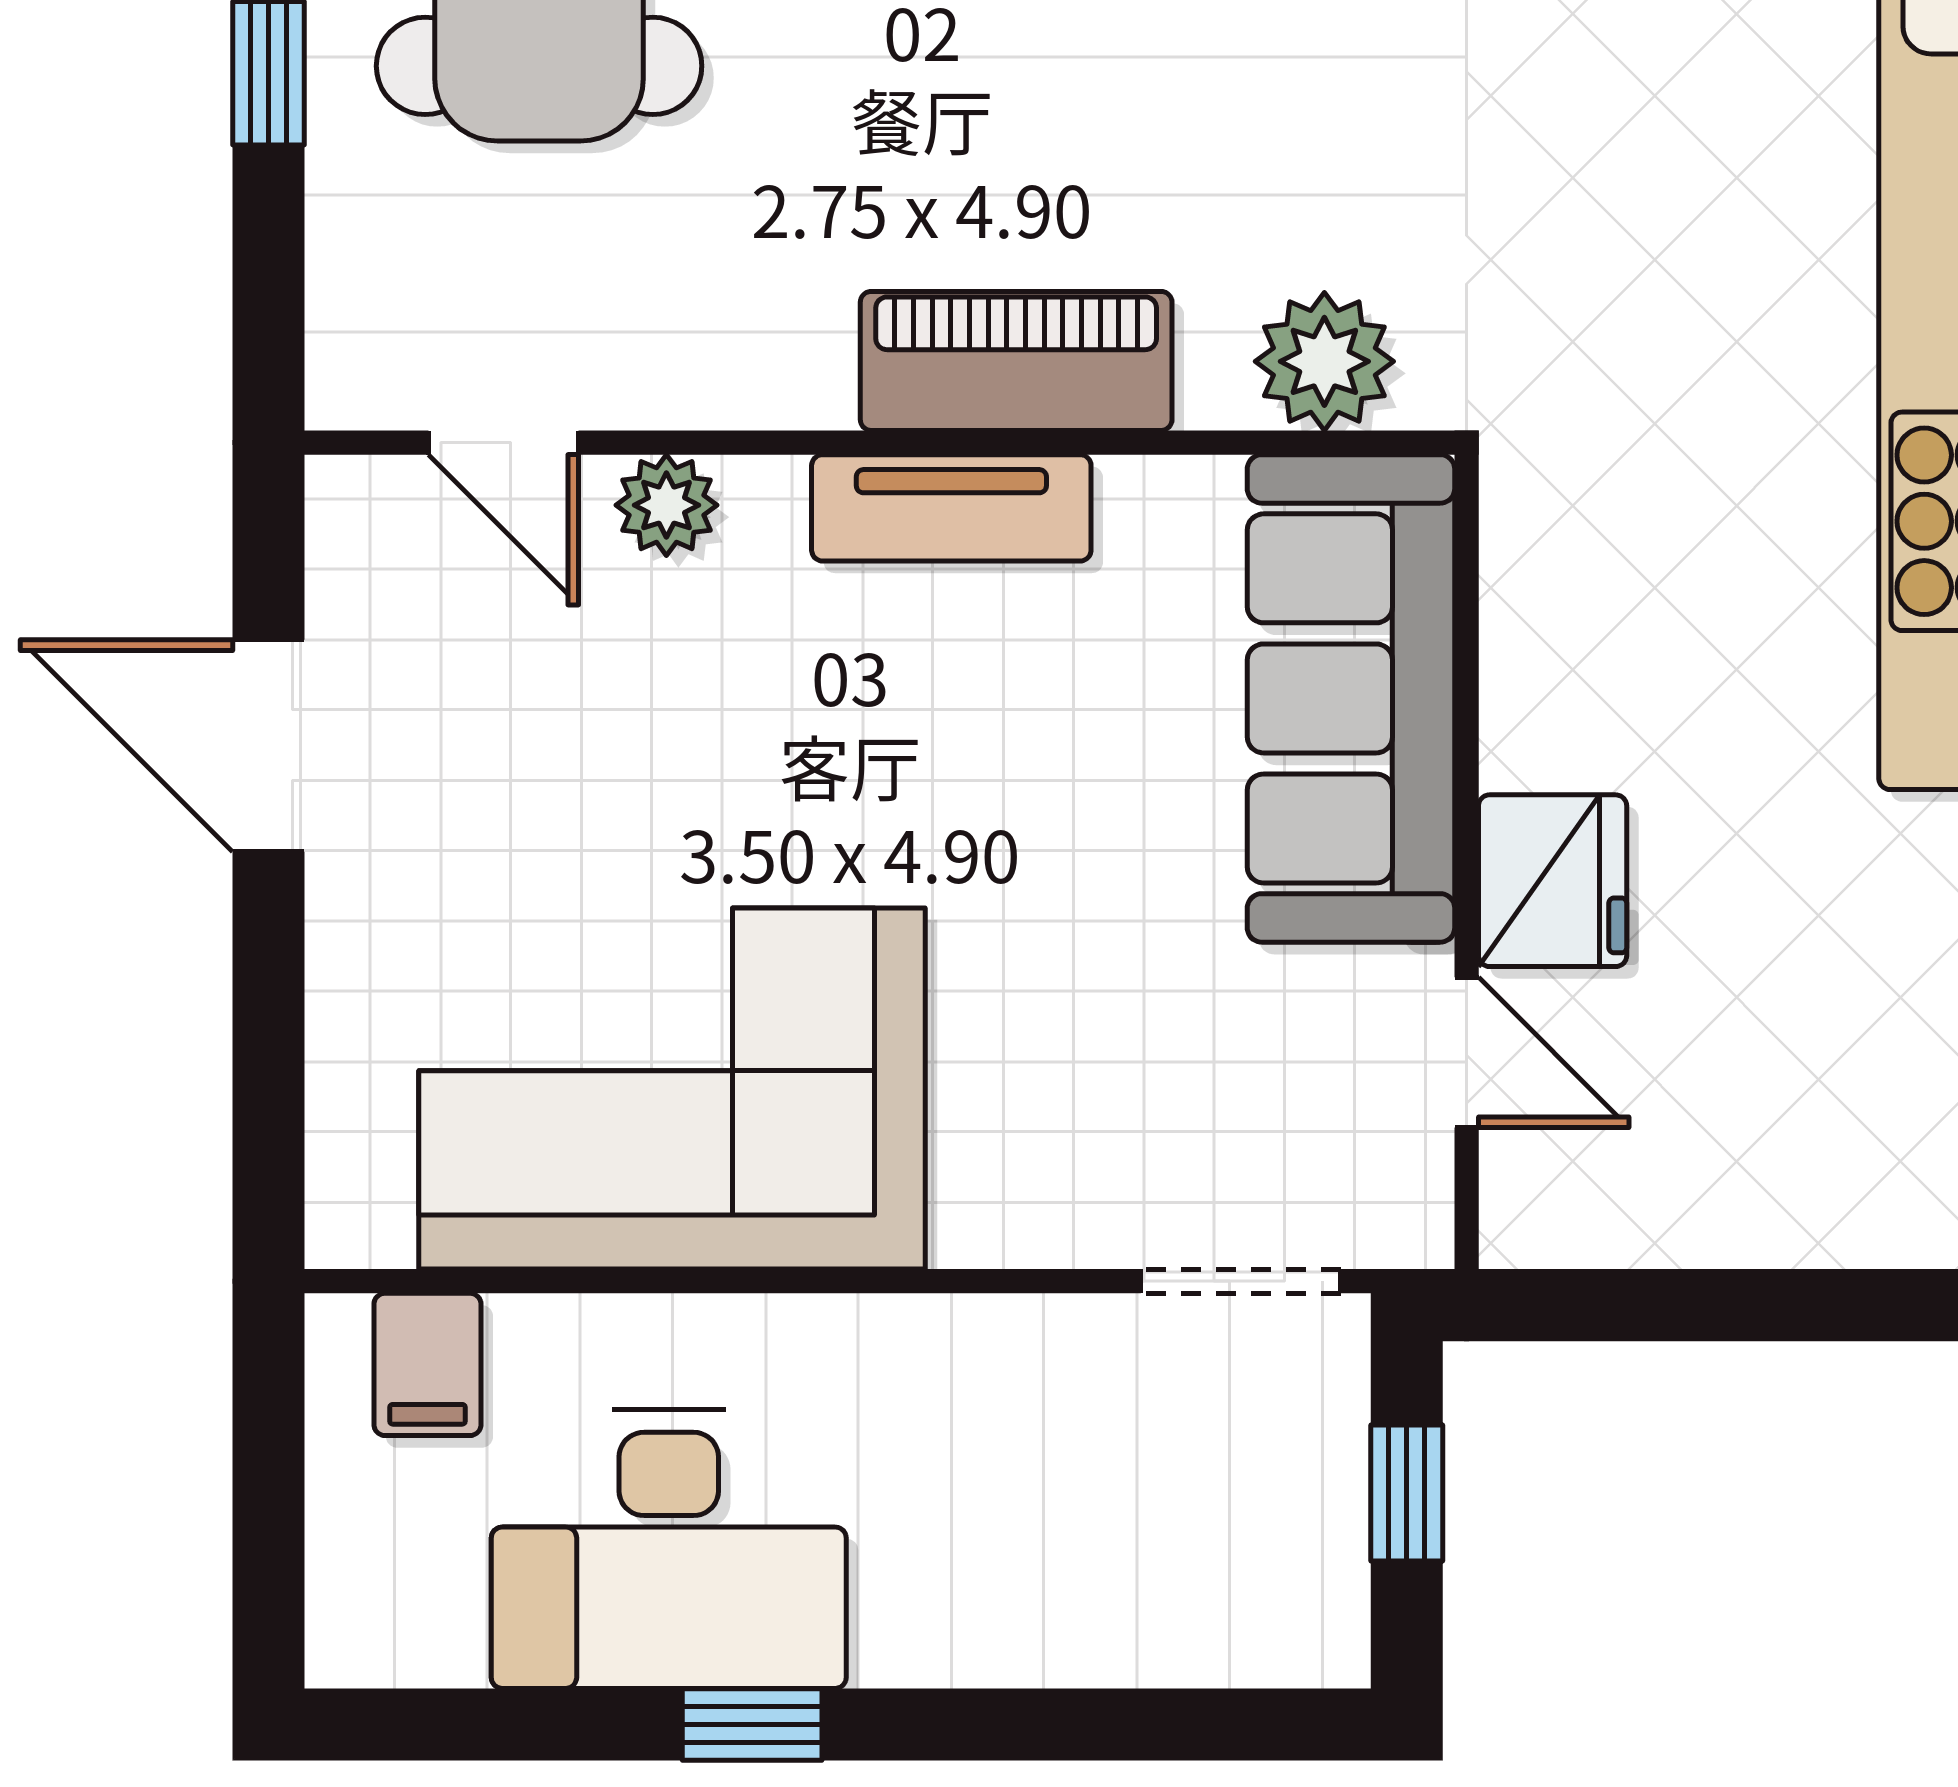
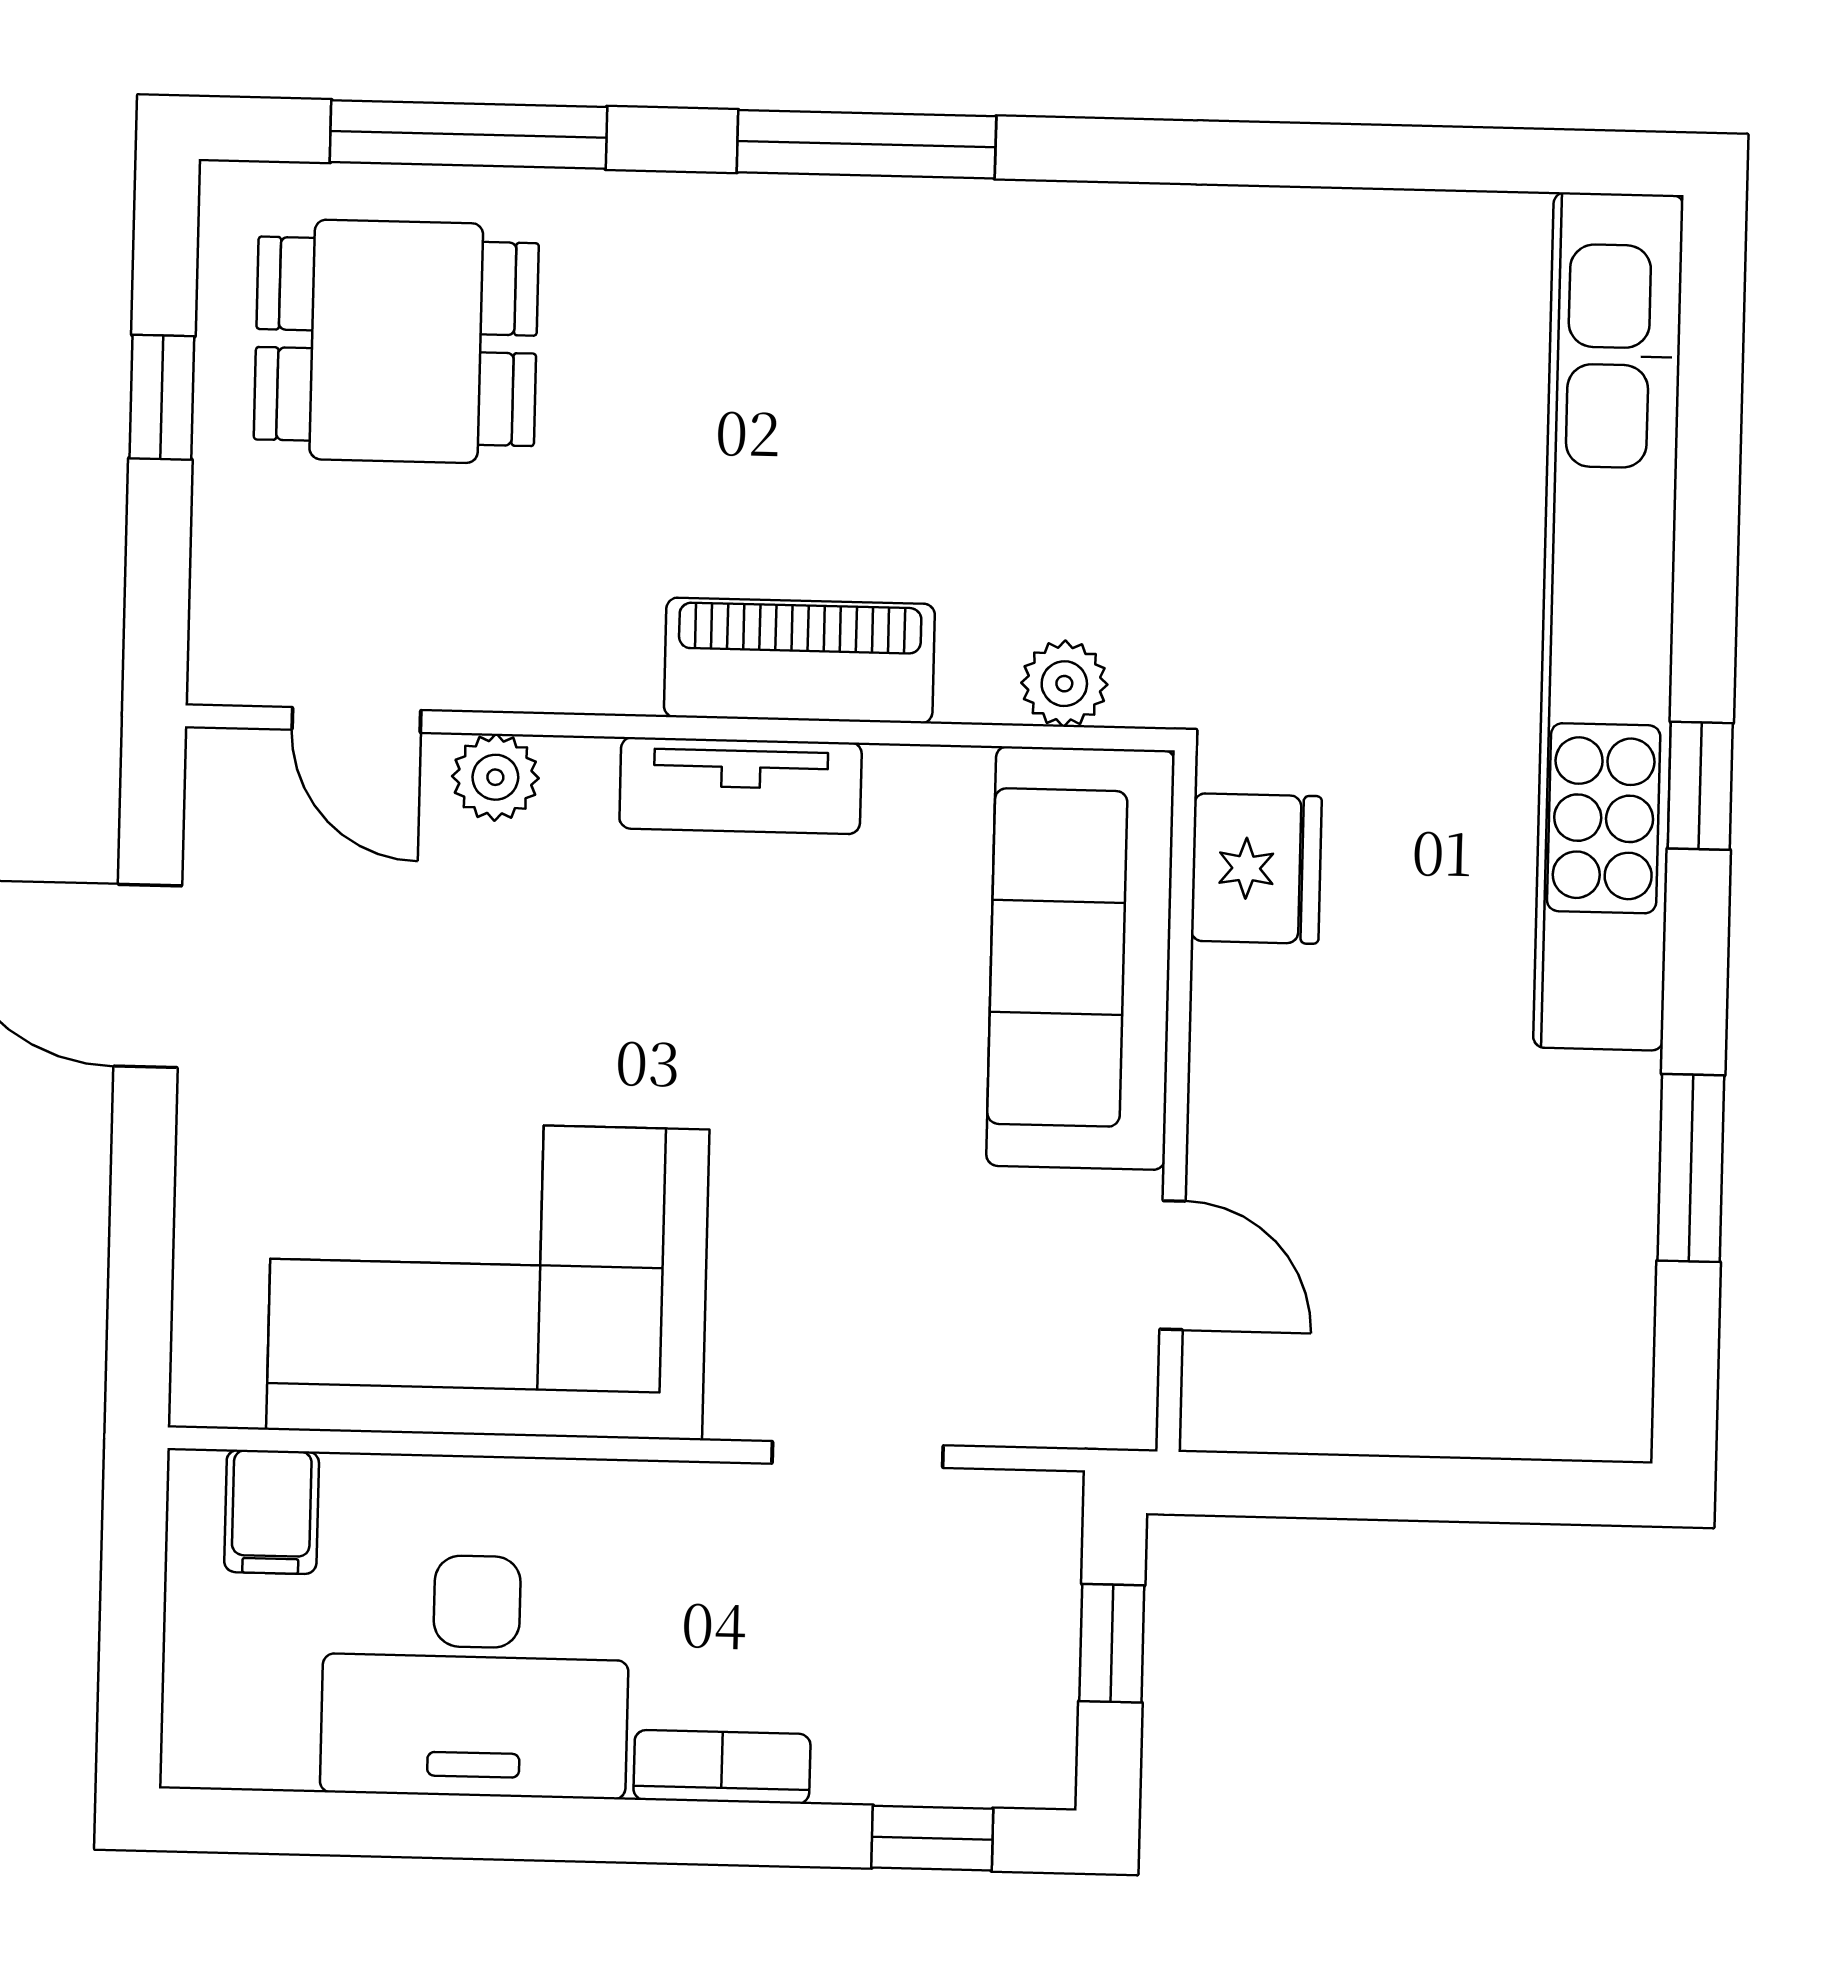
plant: (1324, 361) -> (1064, 684), width x0.73, depth x0.73
fridge: (1553, 881) -> (1256, 869), moved
doorway: (1241, 1281) -> (858, 1455), moved
bookcase: (958, 1648) -> (722, 1767), added
window: (752, 1724) -> (932, 1838), moved

